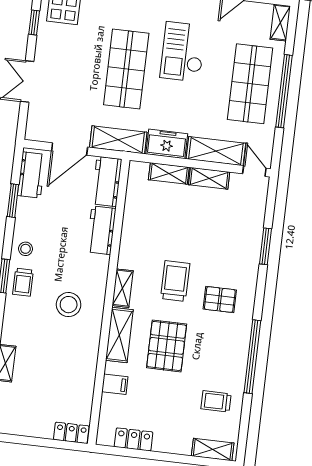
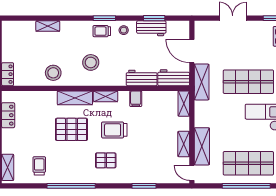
freezer: (167, 144) -> (203, 114), removed
door: (254, 171) -> (192, 173), swing flipped
shelving: (169, 173) -> (184, 104), moved
workbench: (31, 175) -> (151, 28), moved
trolley: (175, 281) -> (114, 130), turned 180
pallet: (220, 300) -> (106, 160), turned 90
stool: (77, 363) -> (53, 73), added
filing cabinet: (115, 384) -> (136, 99), moved

